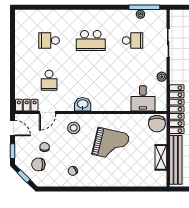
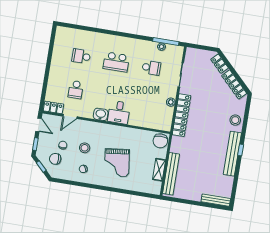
desk: (143, 98) -> (119, 112), moved
locker: (177, 109) -> (182, 115), moved
stool: (74, 128) -> (85, 148), moved
grand piano: (111, 144) -> (117, 163), moved, turned 70

